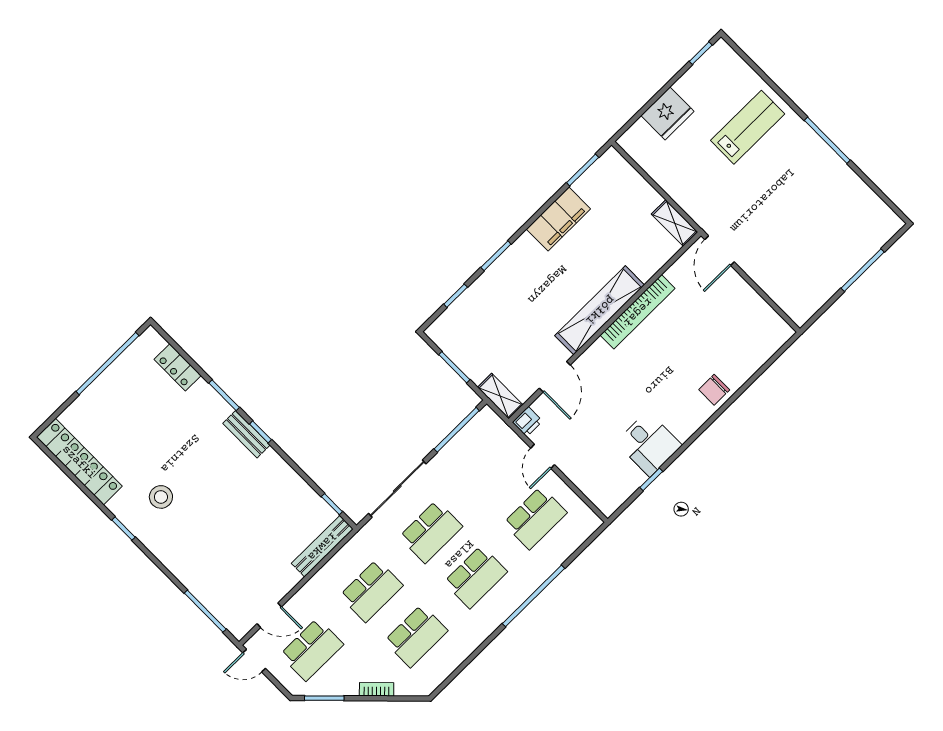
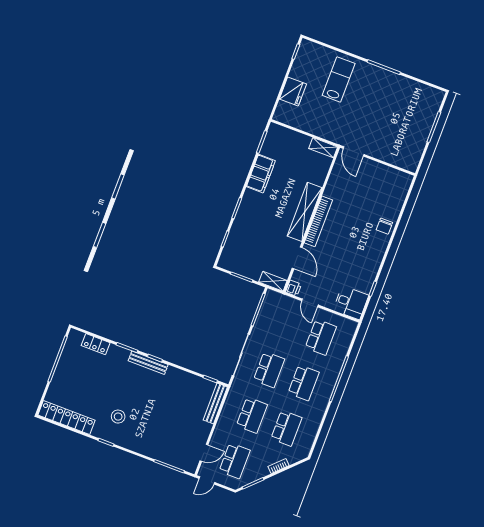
bookcase: (638, 312) -> (318, 221), moved
bench: (246, 434) -> (148, 363), width x1.36
desk: (649, 444) -> (351, 303), moved

